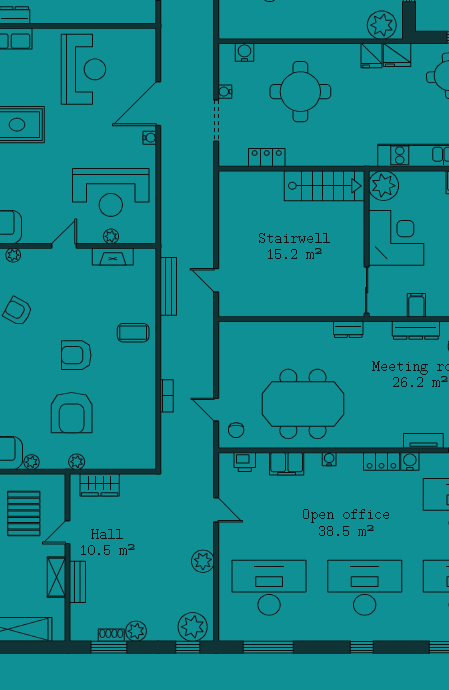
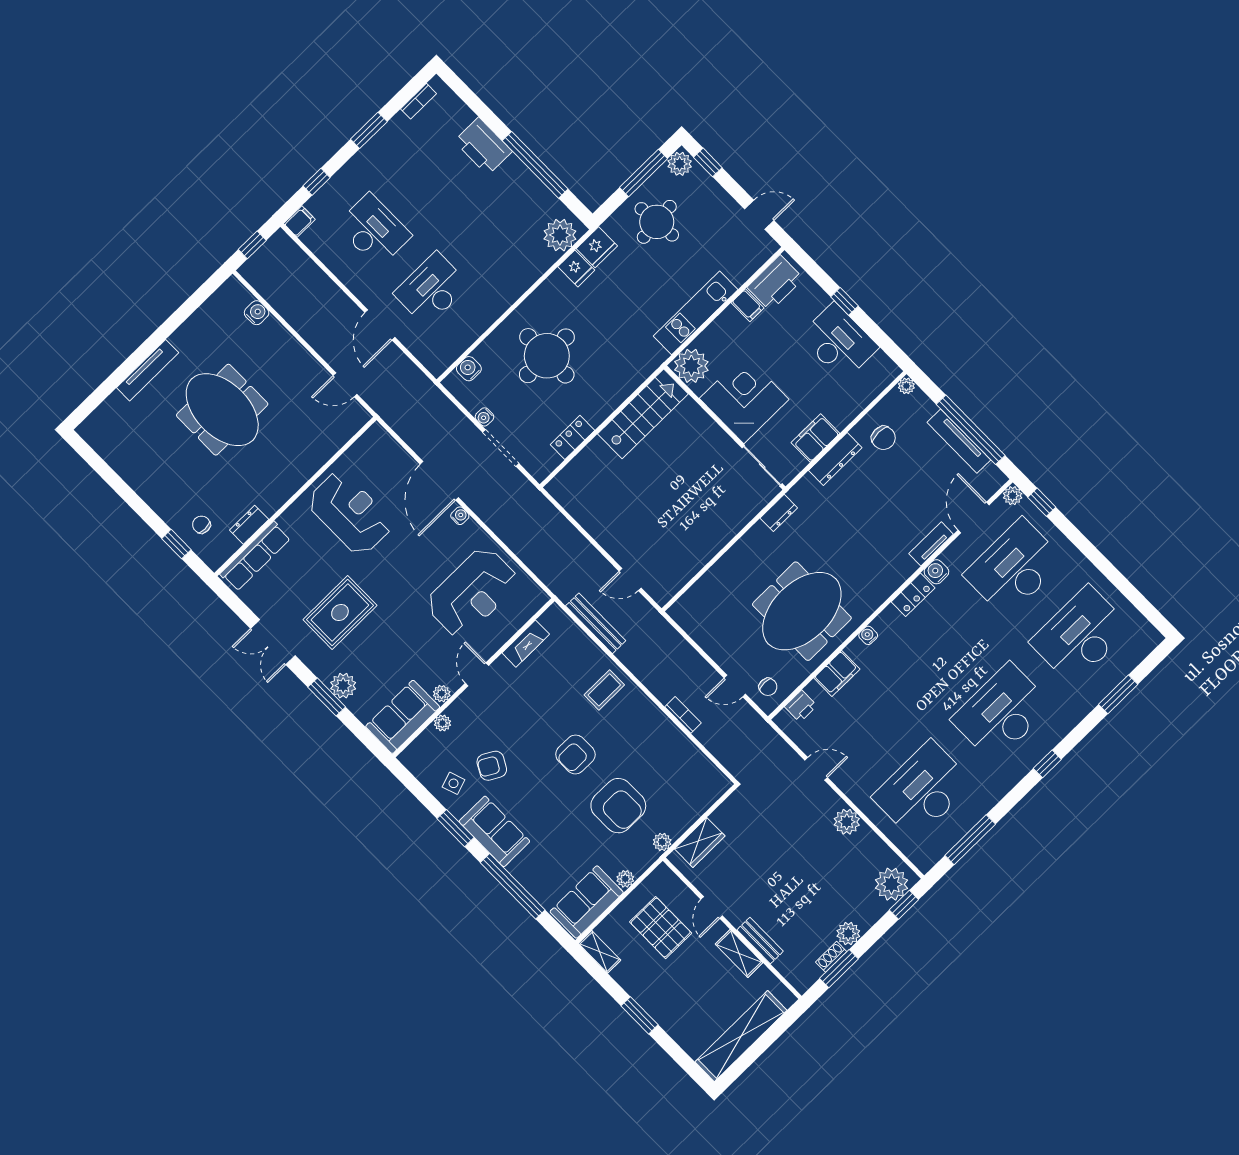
plant: (111, 236) -> (442, 694), moved
filing cabinet: (416, 305) -> (815, 438), width x2.00

